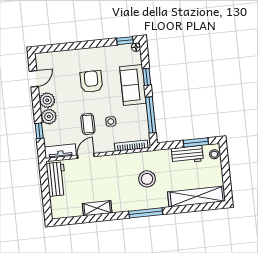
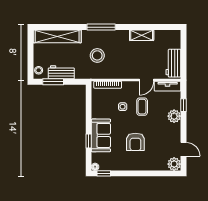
door: (34, 79) -> (183, 149), swing flipped
plant: (47, 100) -> (174, 164), moved
window: (151, 115) -> (89, 109), removed

